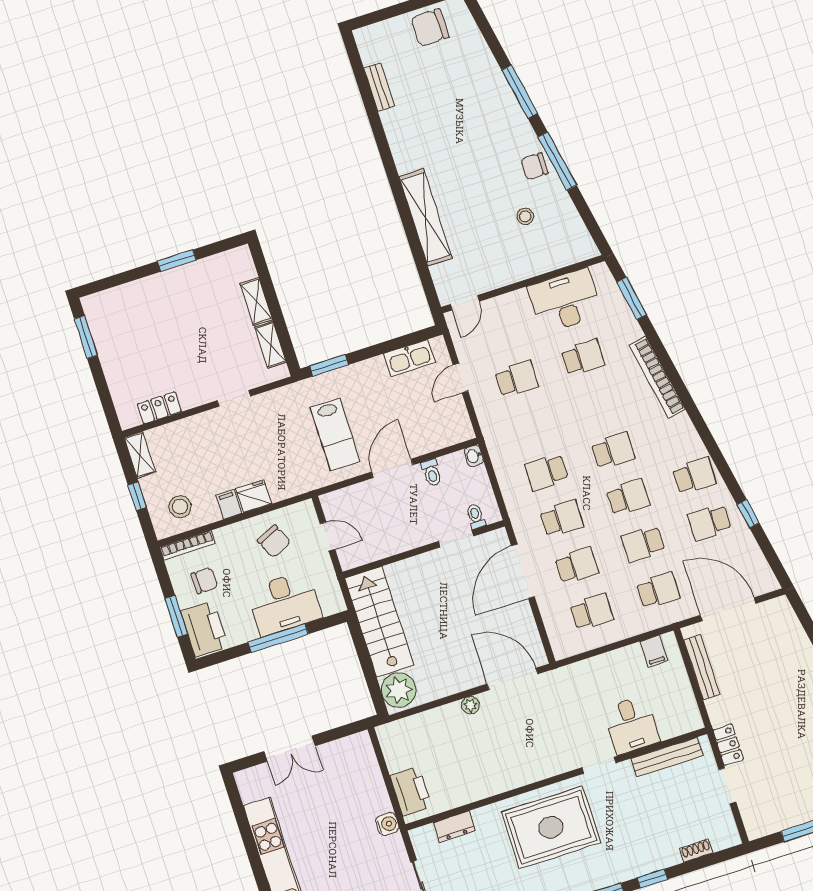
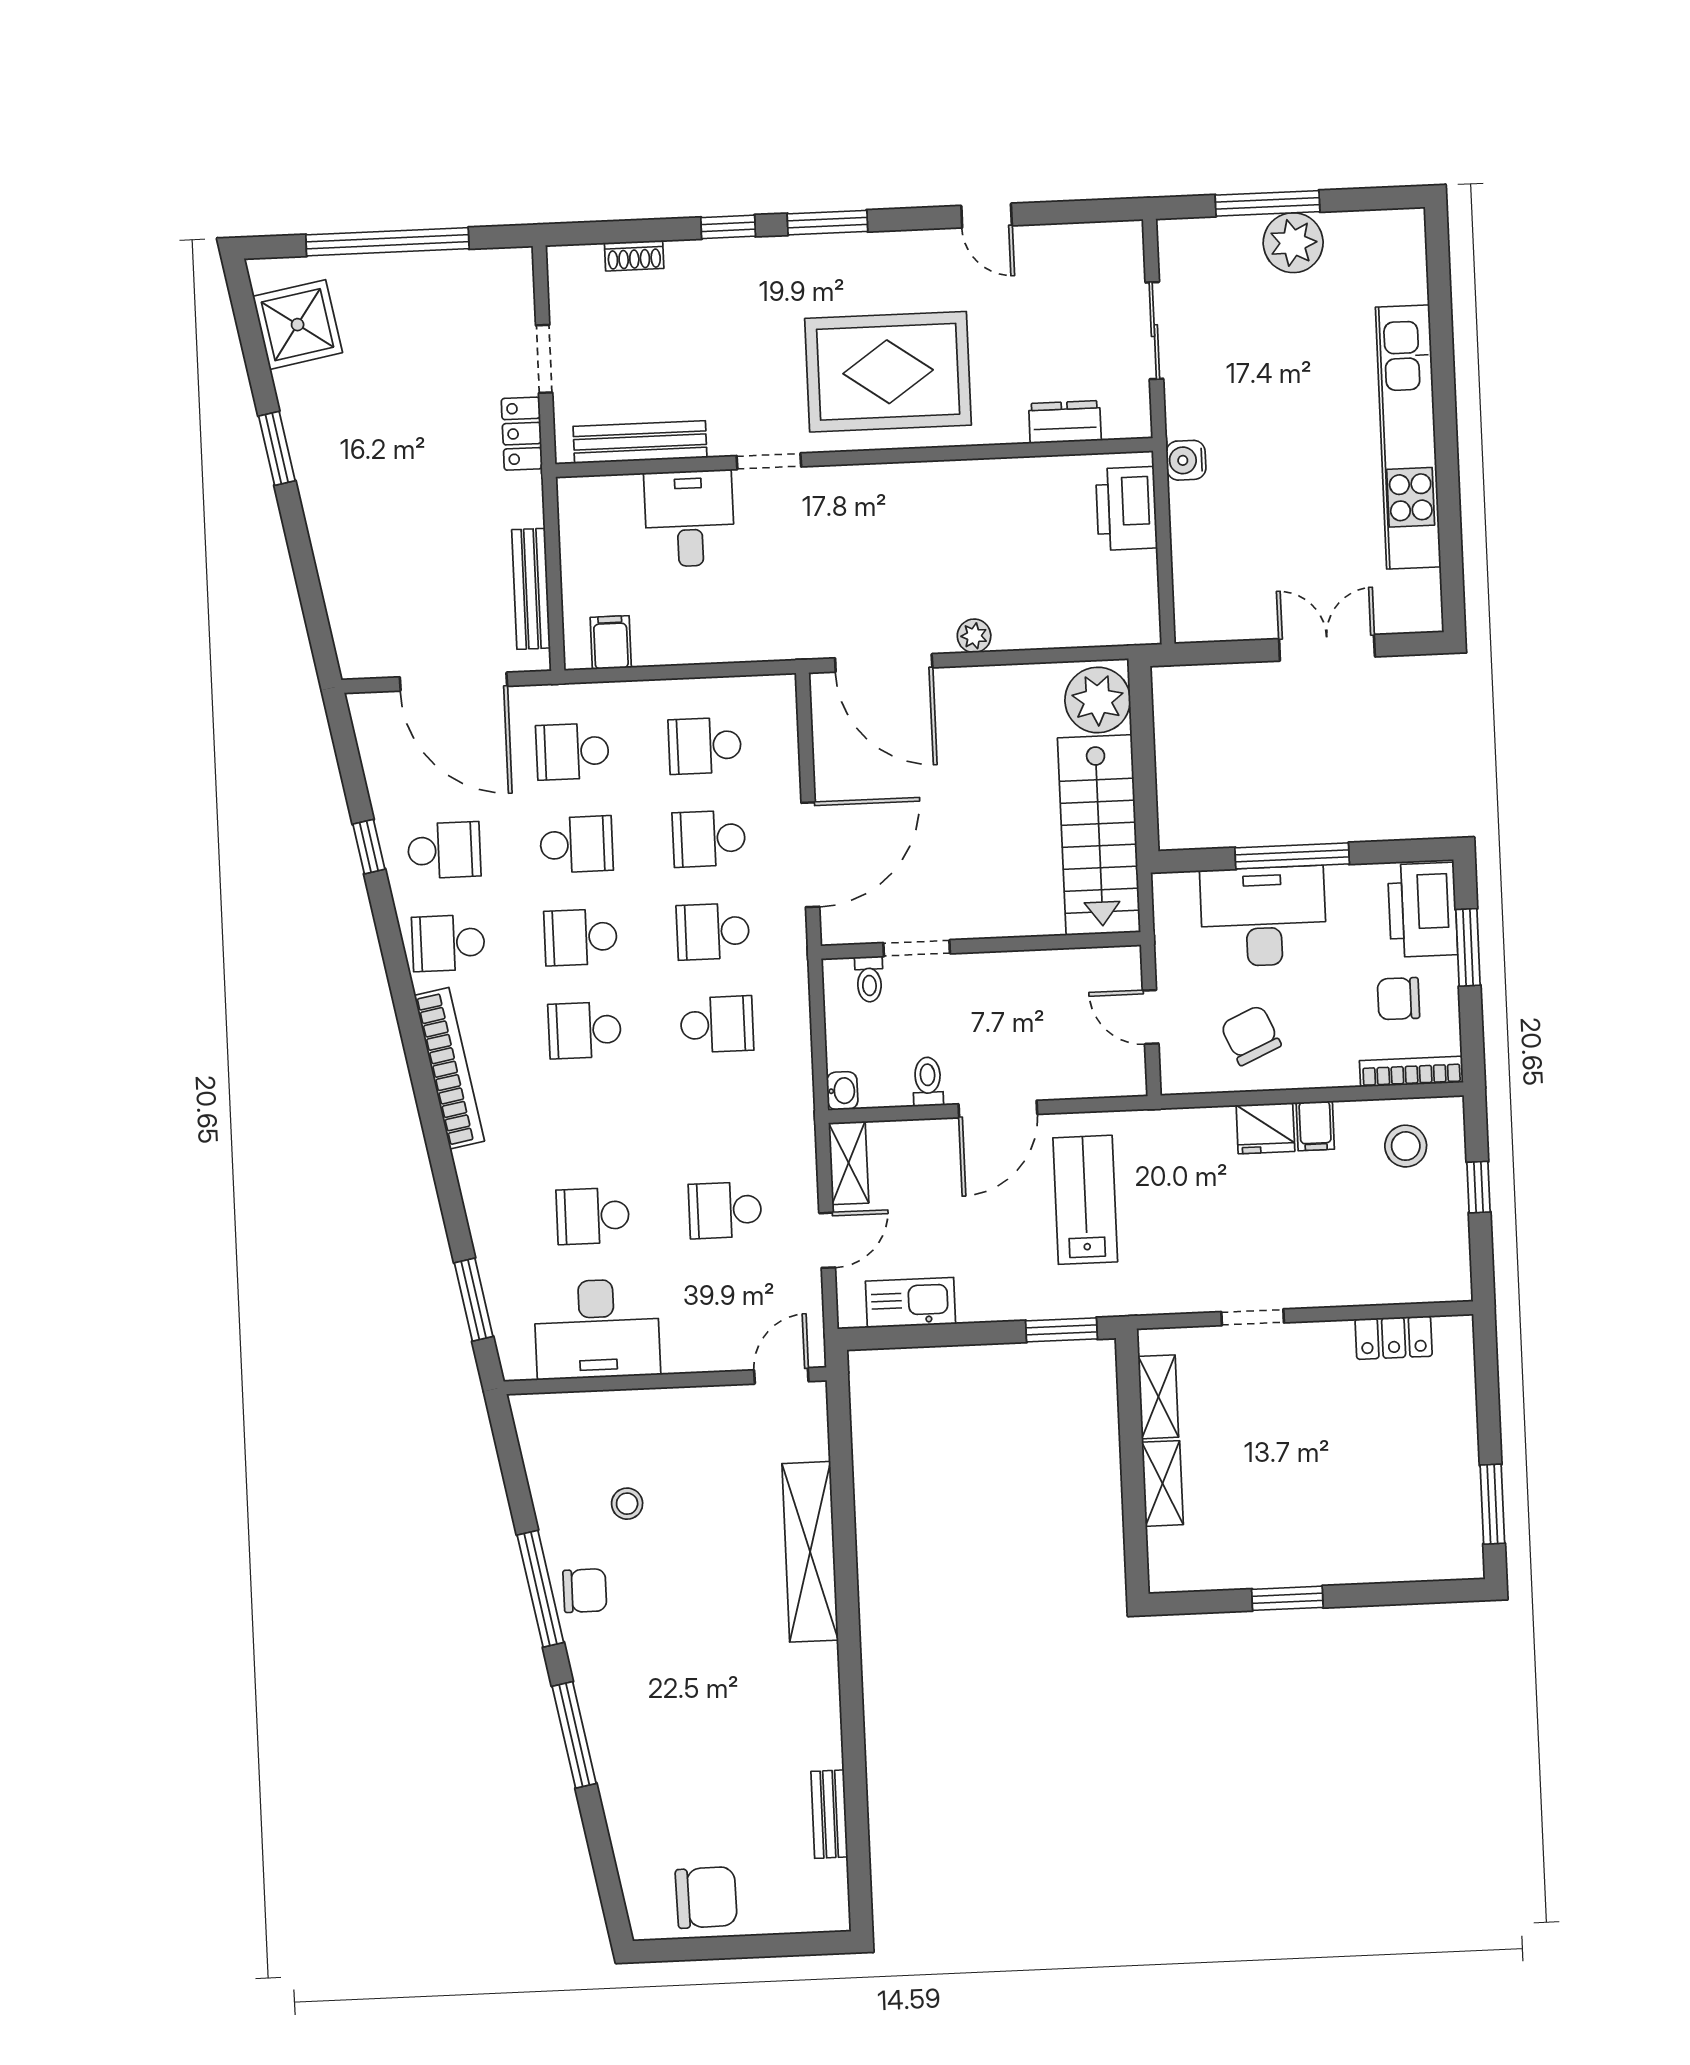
bookcase: (657, 377) -> (449, 1068), moved
shelving: (140, 455) -> (849, 1163), moved

